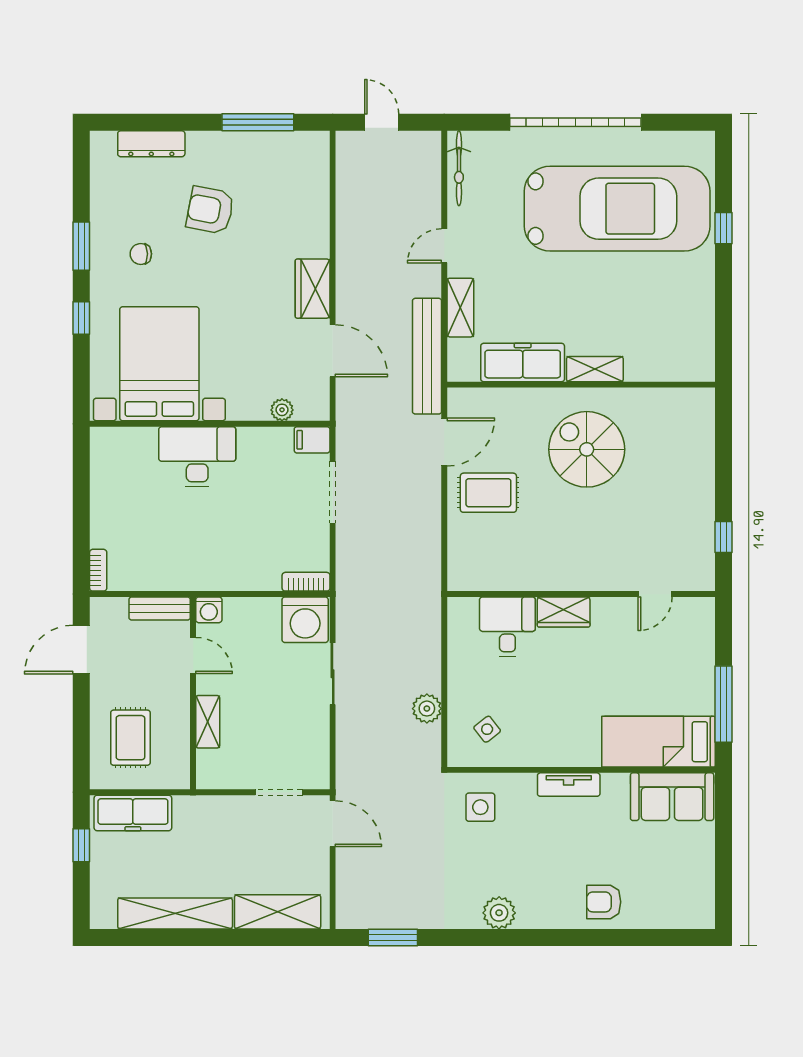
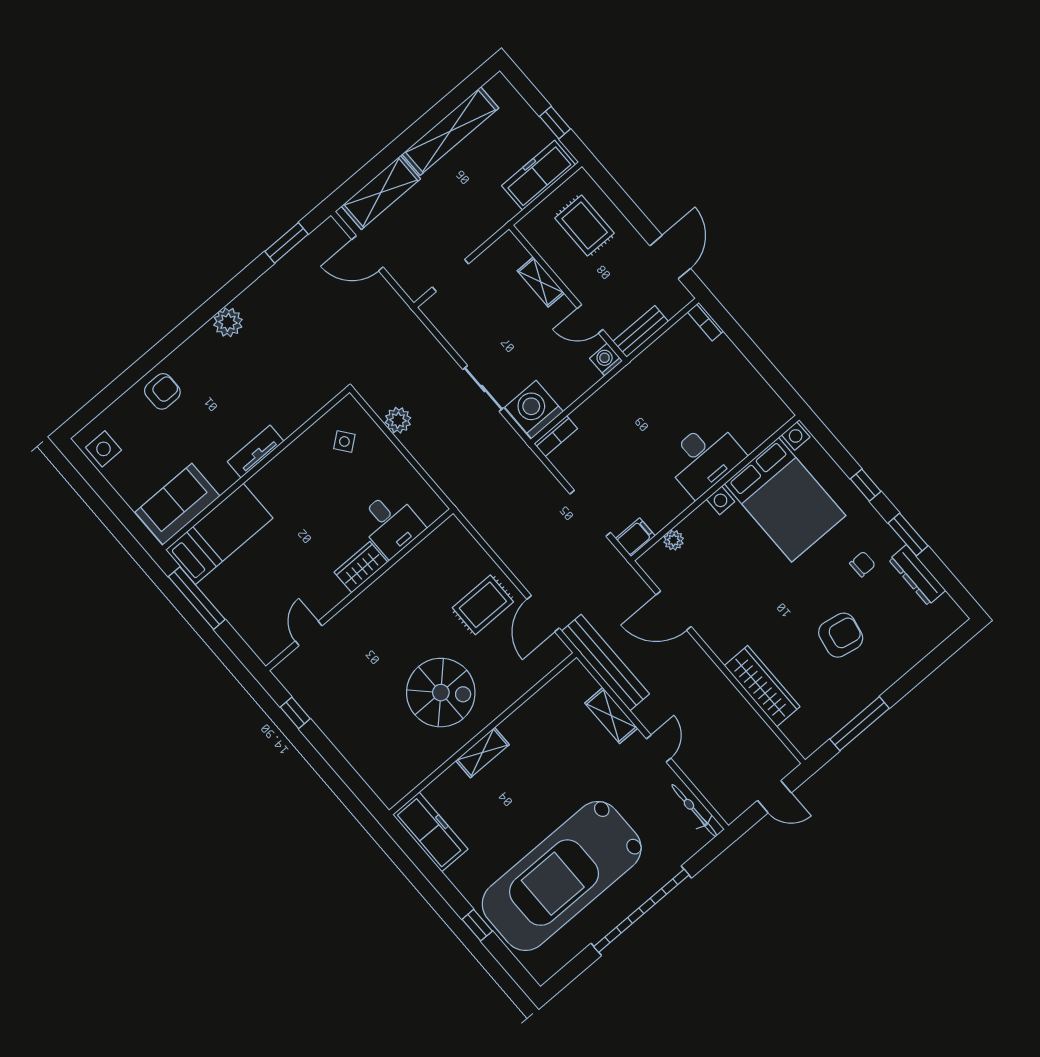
dresser: (151, 144) -> (917, 575), moved, turned -90
wardrobe: (313, 289) -> (762, 686), moved, width x1.50
freezer: (523, 363) -> (430, 832), moved, turned -90
side table: (480, 807) -> (103, 449), moved
door: (333, 824) -> (367, 253), moved

